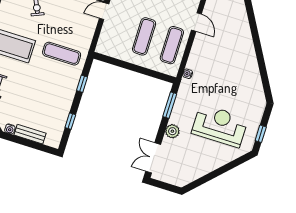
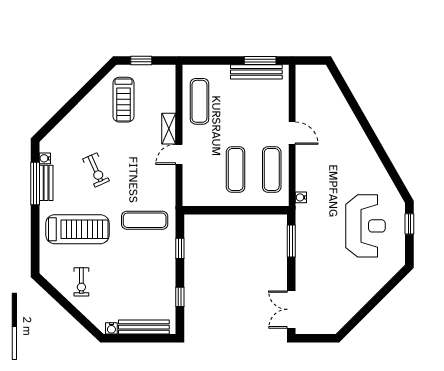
reception desk: (220, 126) -> (365, 226), moved, turned 90
plant: (172, 131) -> (304, 271), removed
bench: (30, 134) -> (144, 327), width x1.36
window: (261, 134) -> (409, 224), moved

